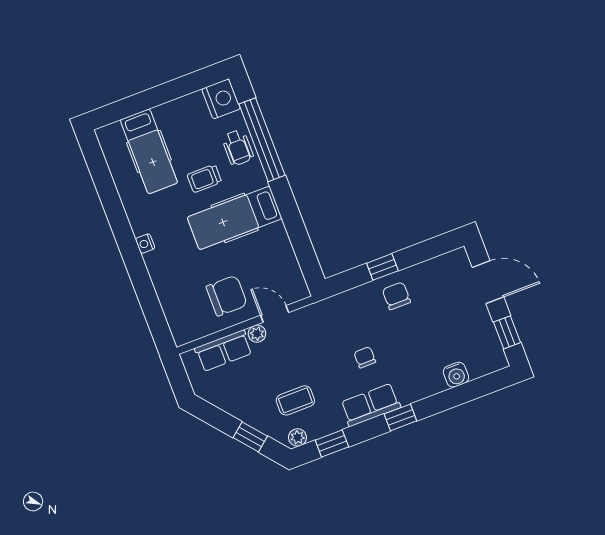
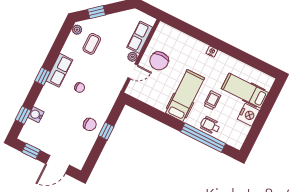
nightstand: (221, 99) -> (248, 115), moved, turned -90
window: (332, 443) -> (23, 115), moved

